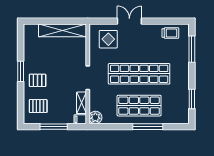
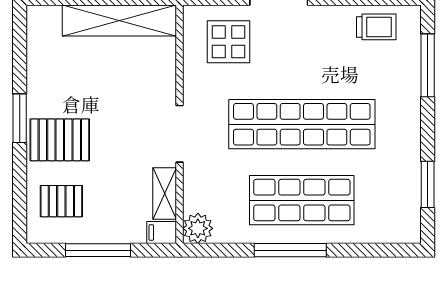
pallet: (38, 80) -> (60, 140), width x1.50, depth x1.42
window: (148, 127) -> (290, 250), moved

